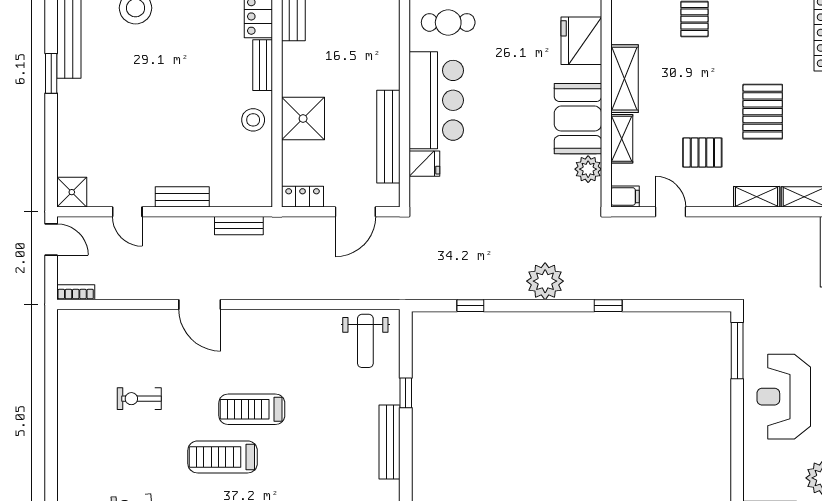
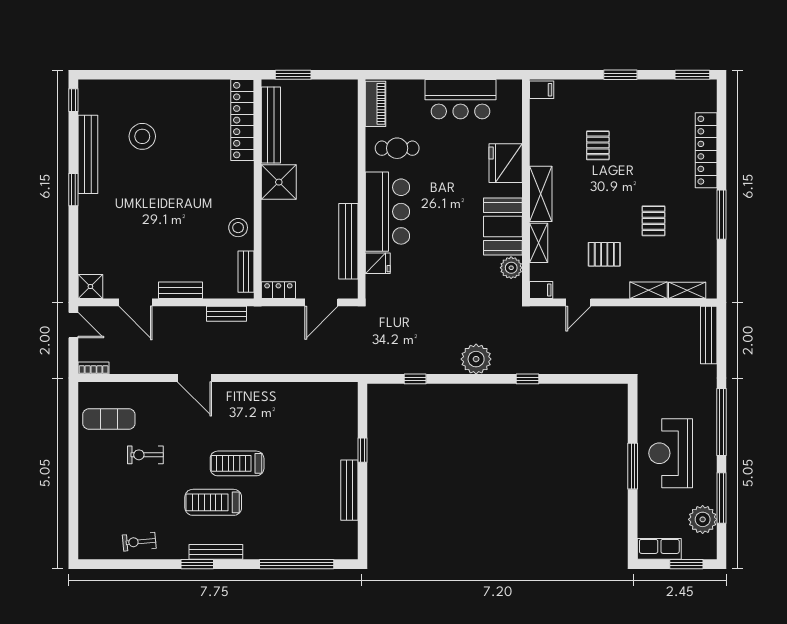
bench: (263, 65) -> (246, 272), moved
pallet: (763, 112) -> (654, 221), width x0.67, depth x0.71
shower: (303, 119) -> (279, 182), moved
door: (127, 212) -> (135, 302), width x1.38
door: (671, 212) -> (578, 302), swing flipped
weight bench: (365, 341) -> (330, 408), removed
window: (737, 351) -> (633, 466), moved
exercise mat: (95, 355) -> (109, 419), added

